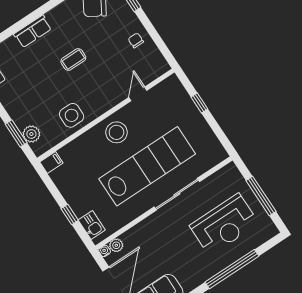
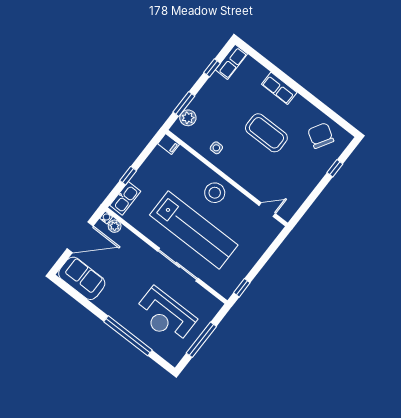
chair: (136, 40) -> (302, 182), removed
coffee table: (73, 59) -> (266, 133), width x1.86, depth x1.72
door: (138, 94) -> (267, 210), moved
window: (199, 103) -> (242, 288), moved
side table: (72, 115) -> (216, 148), width x0.54, depth x0.54
kitchen sink: (92, 225) -> (125, 198), width x1.38

